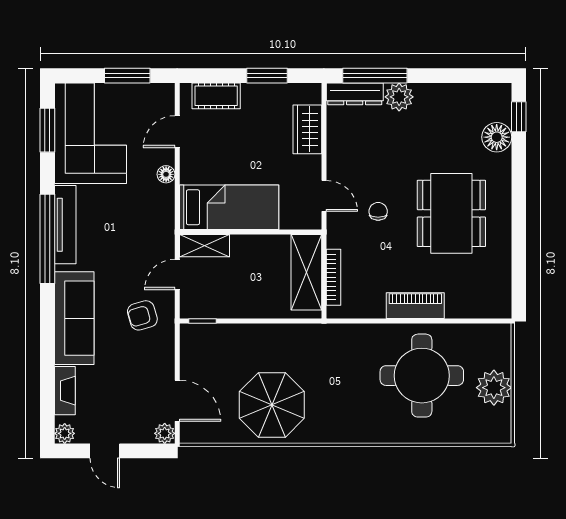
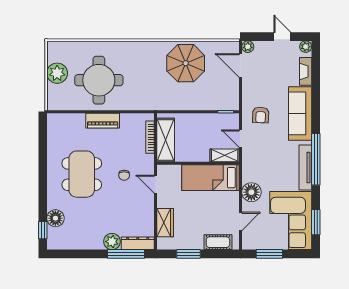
floor lamp: (166, 174) -> (251, 192), width x1.89, depth x1.89
door: (177, 274) -> (240, 139), swing flipped
armchair: (142, 315) -> (261, 115), turned 108

